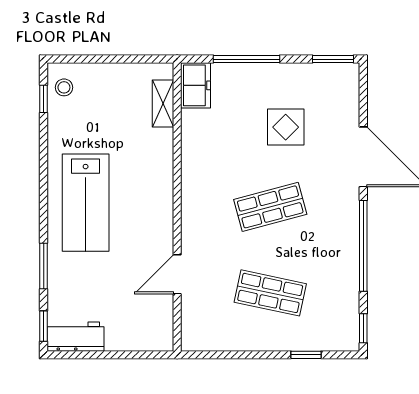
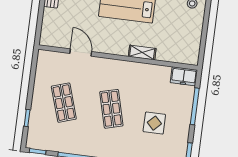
shelving: (163, 103) -> (142, 53), moved
shop shelf: (270, 293) -> (64, 103), turned -30

